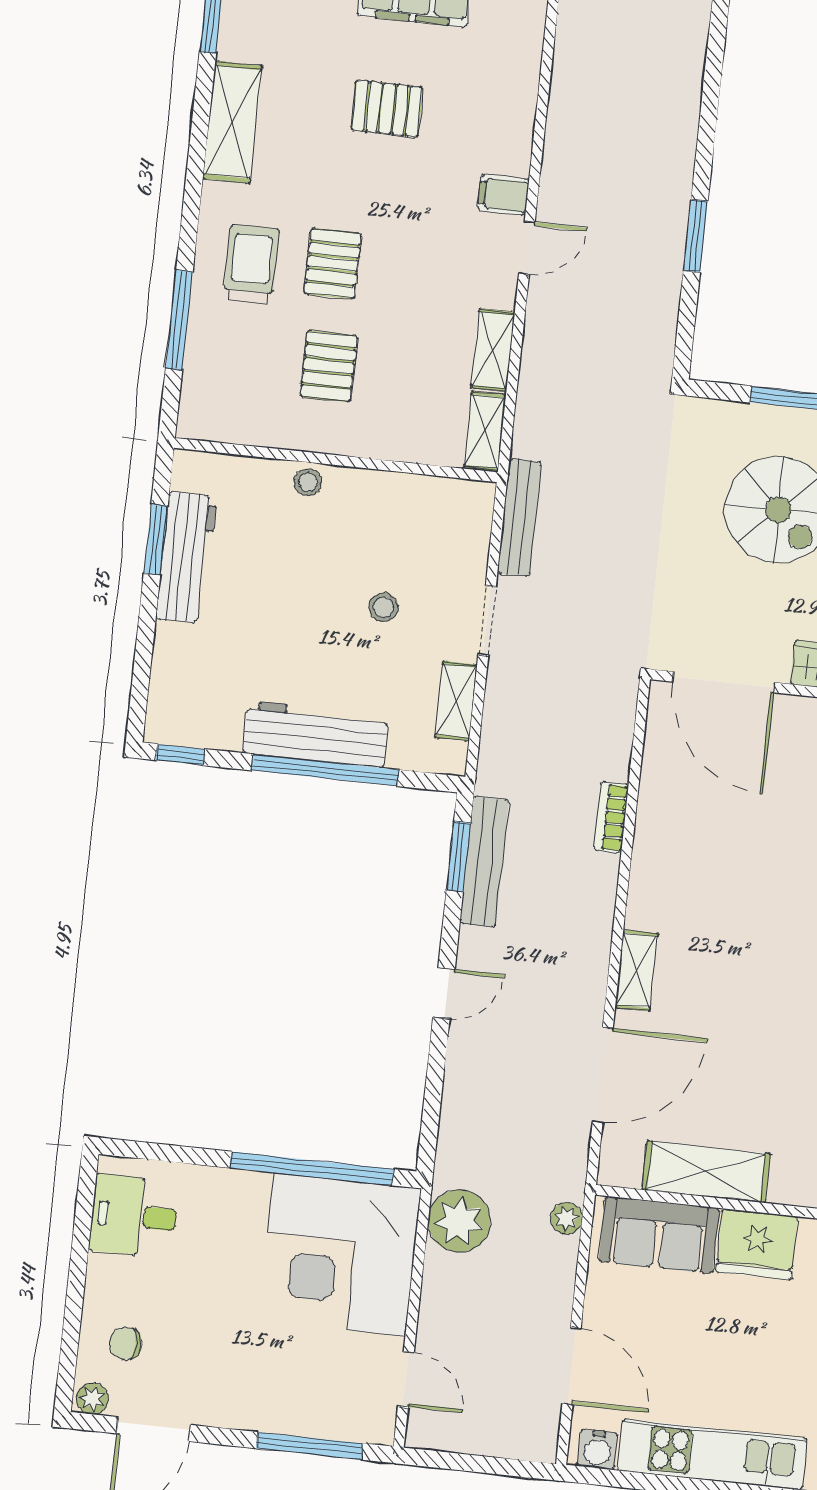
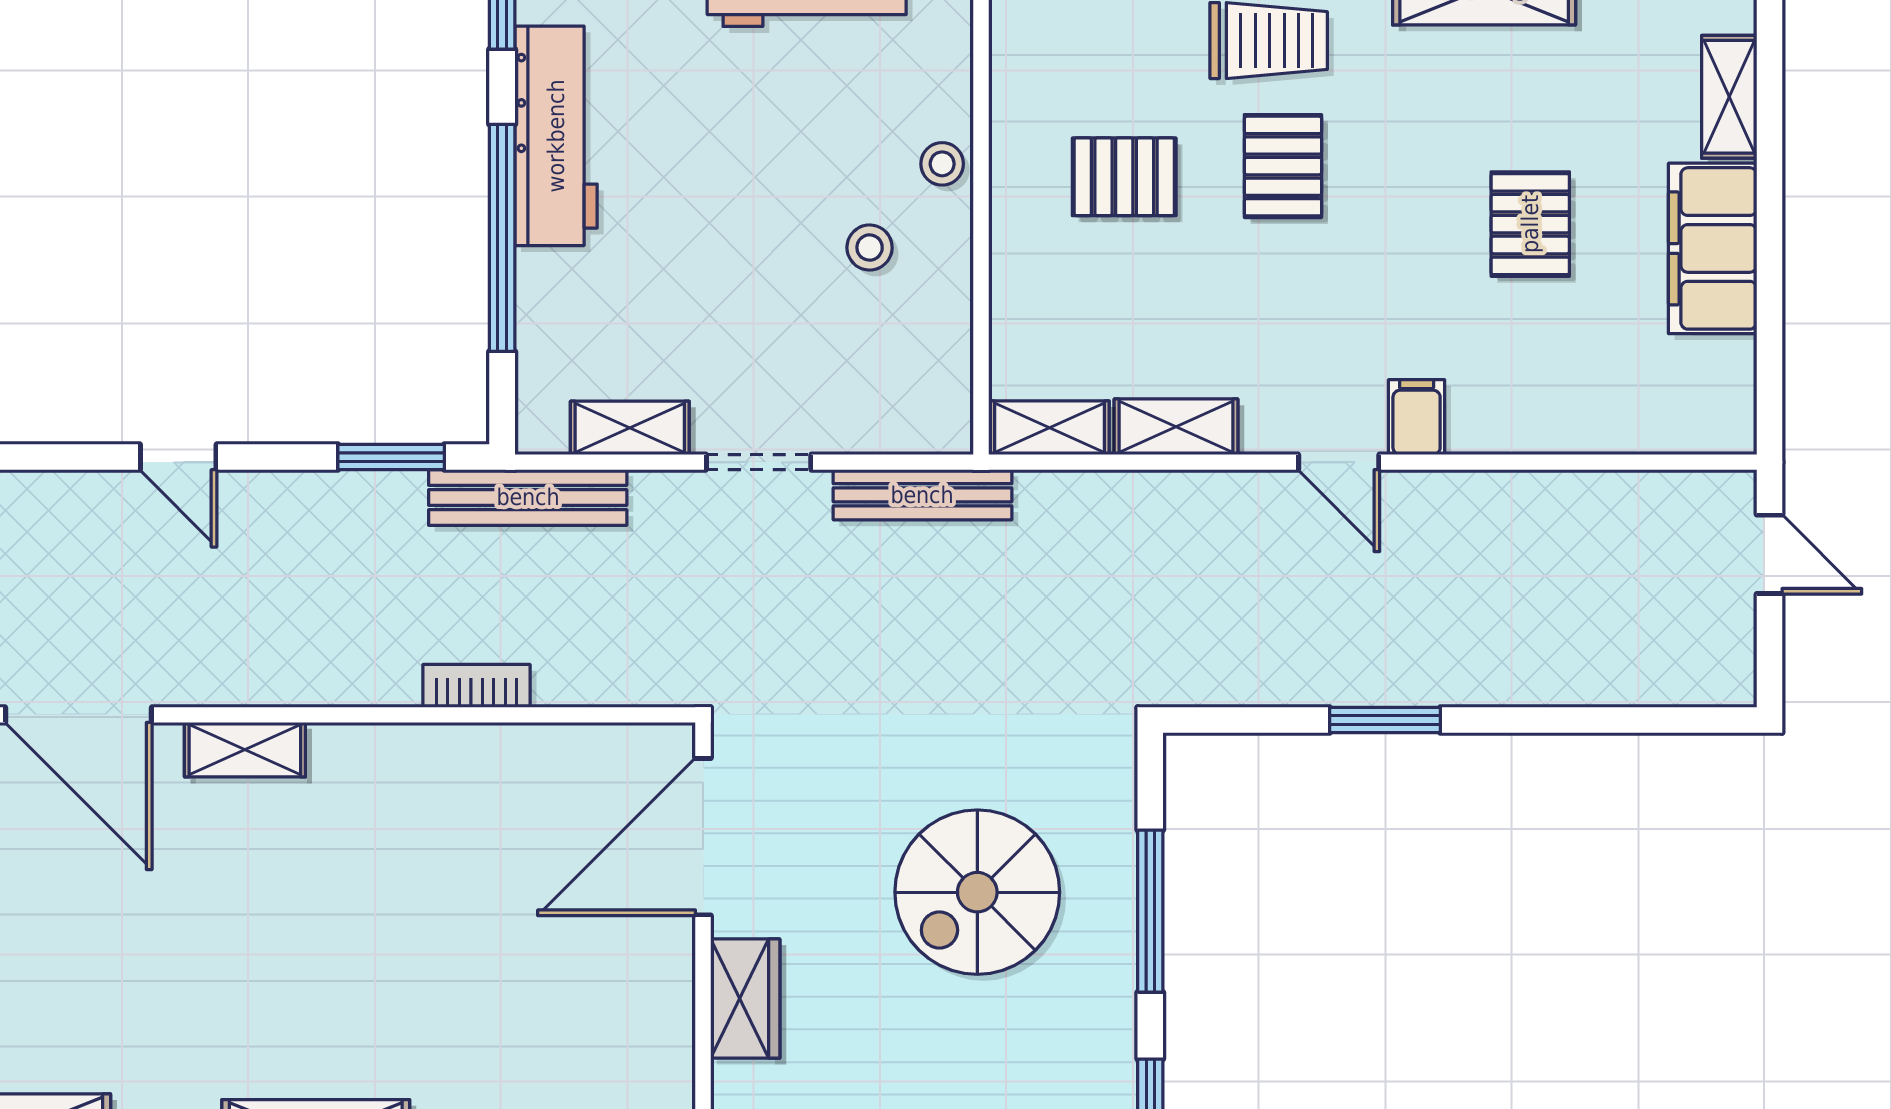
pallet: (333, 263) -> (1283, 166), turned 90
stool: (384, 607) -> (870, 247), moved
workbench: (316, 734) -> (556, 136), moved
bench: (484, 862) -> (528, 497), moved

